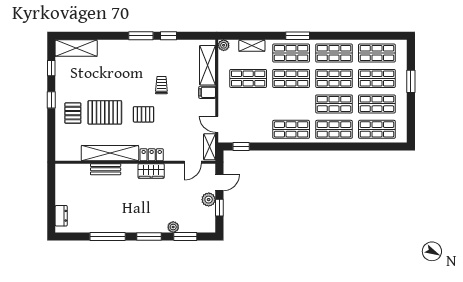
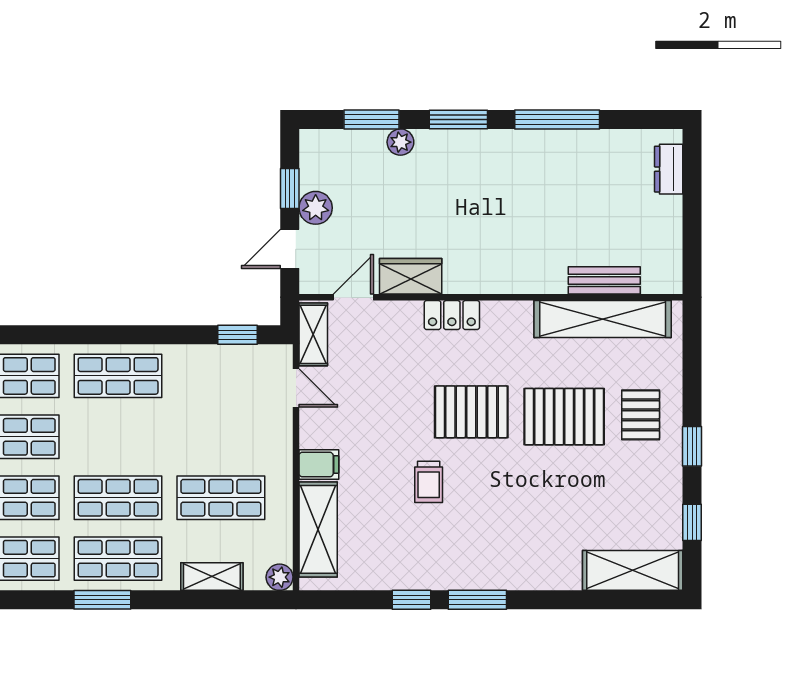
pallet: (144, 114) -> (471, 412), width x1.50, depth x1.42
shelving: (110, 153) -> (603, 319), moved
bench: (106, 169) -> (604, 280), moved
wardrobe: (151, 171) -> (411, 276), moved

